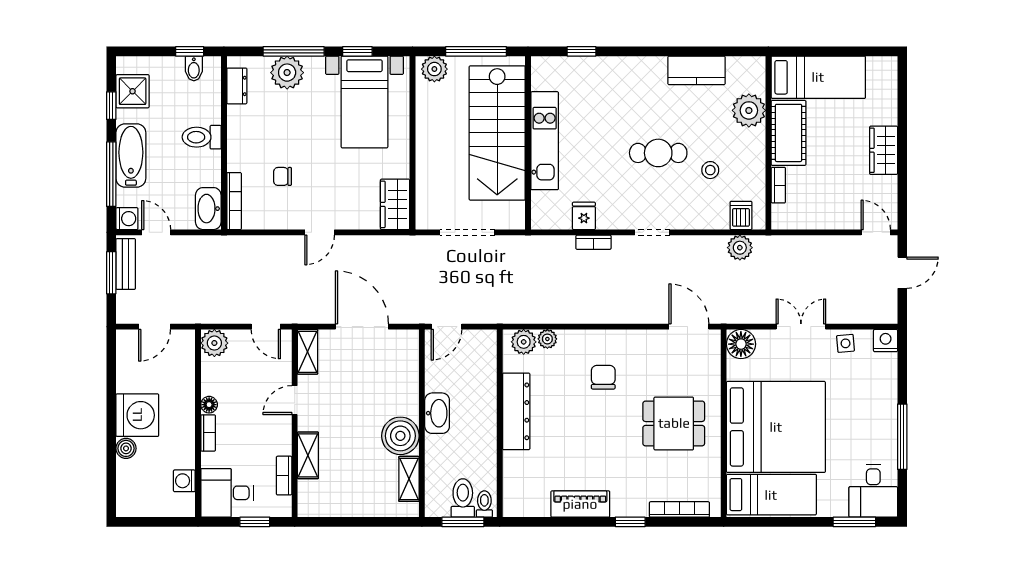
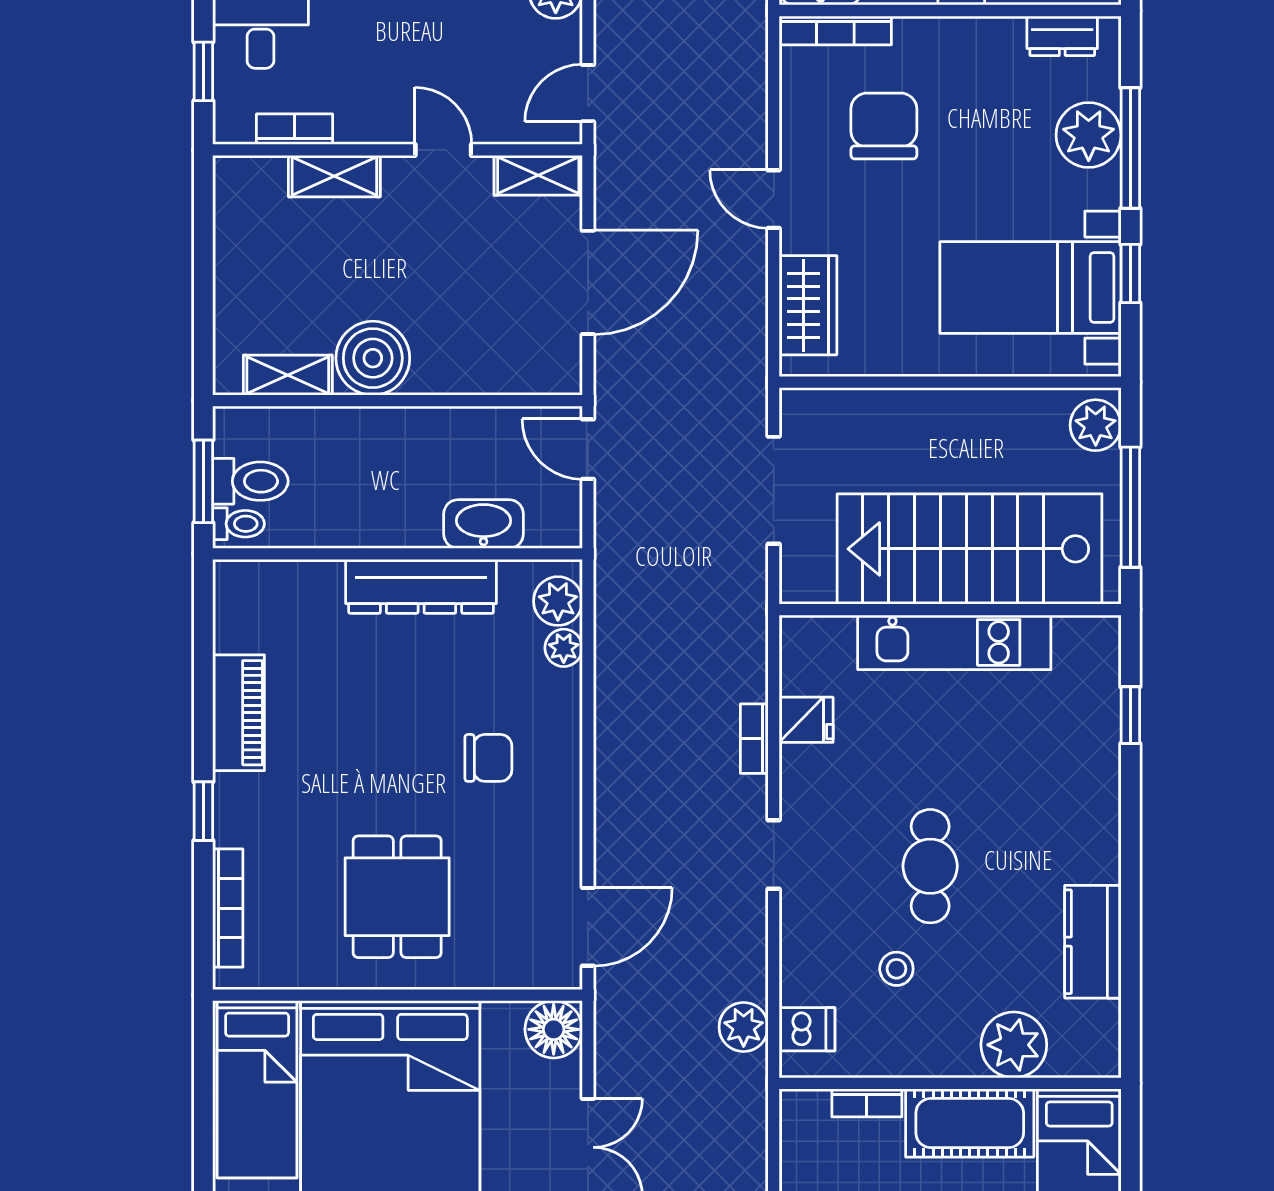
chair: (283, 176) -> (884, 126), width x1.87, depth x1.87
wardrobe: (395, 204) -> (808, 305), moved, turned 90
washbasin: (437, 413) -> (484, 524), moved, turned 180

